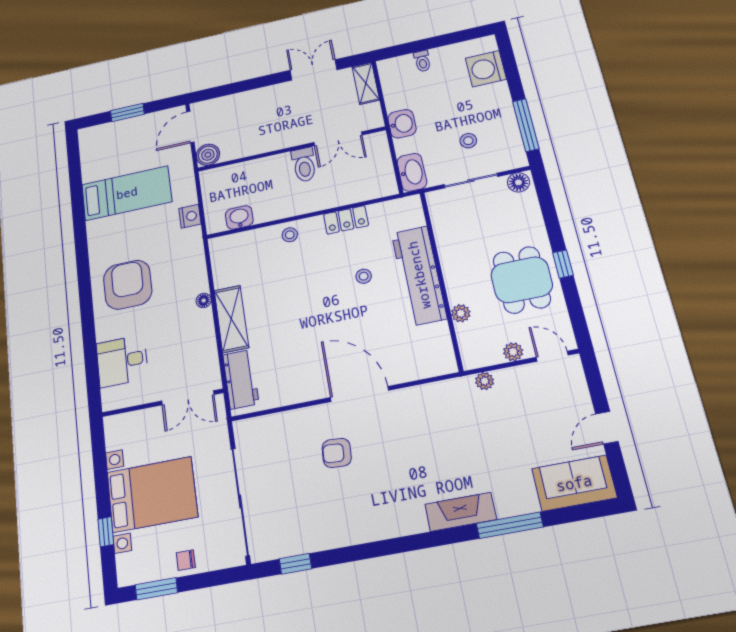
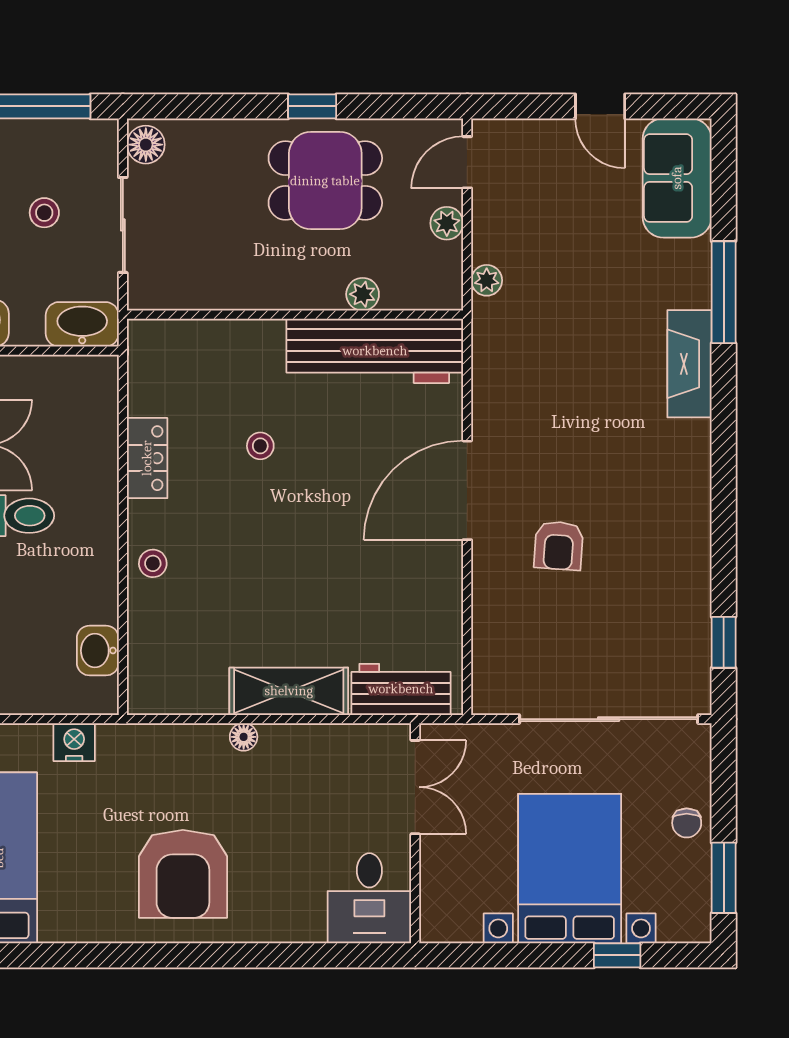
workbench: (419, 275) -> (375, 351), moved
armchair: (128, 285) -> (183, 874), turned -90
desk: (122, 361) -> (369, 898), moved

